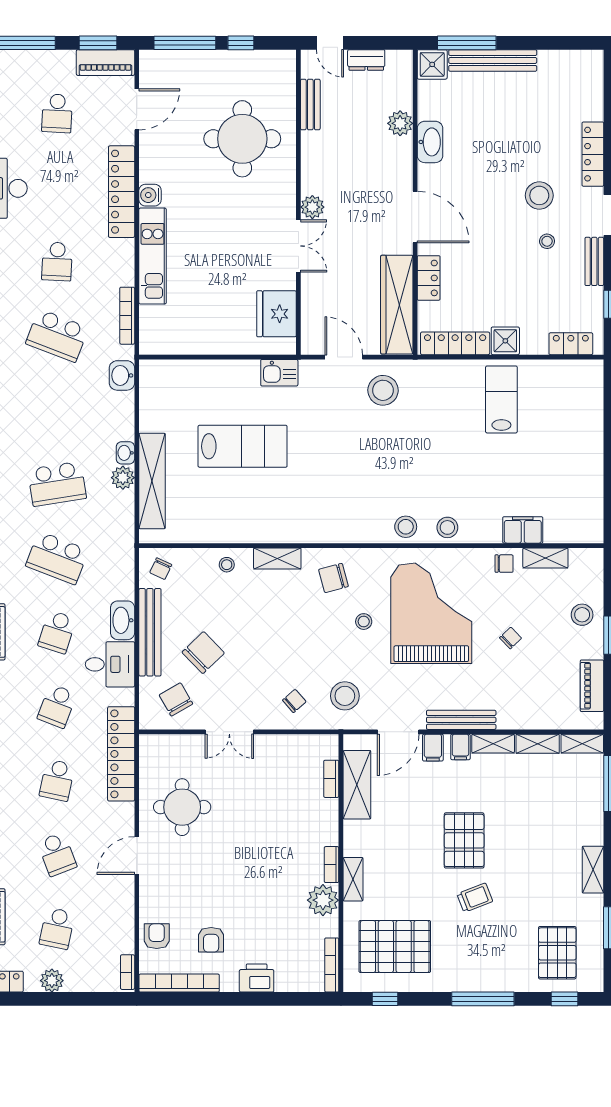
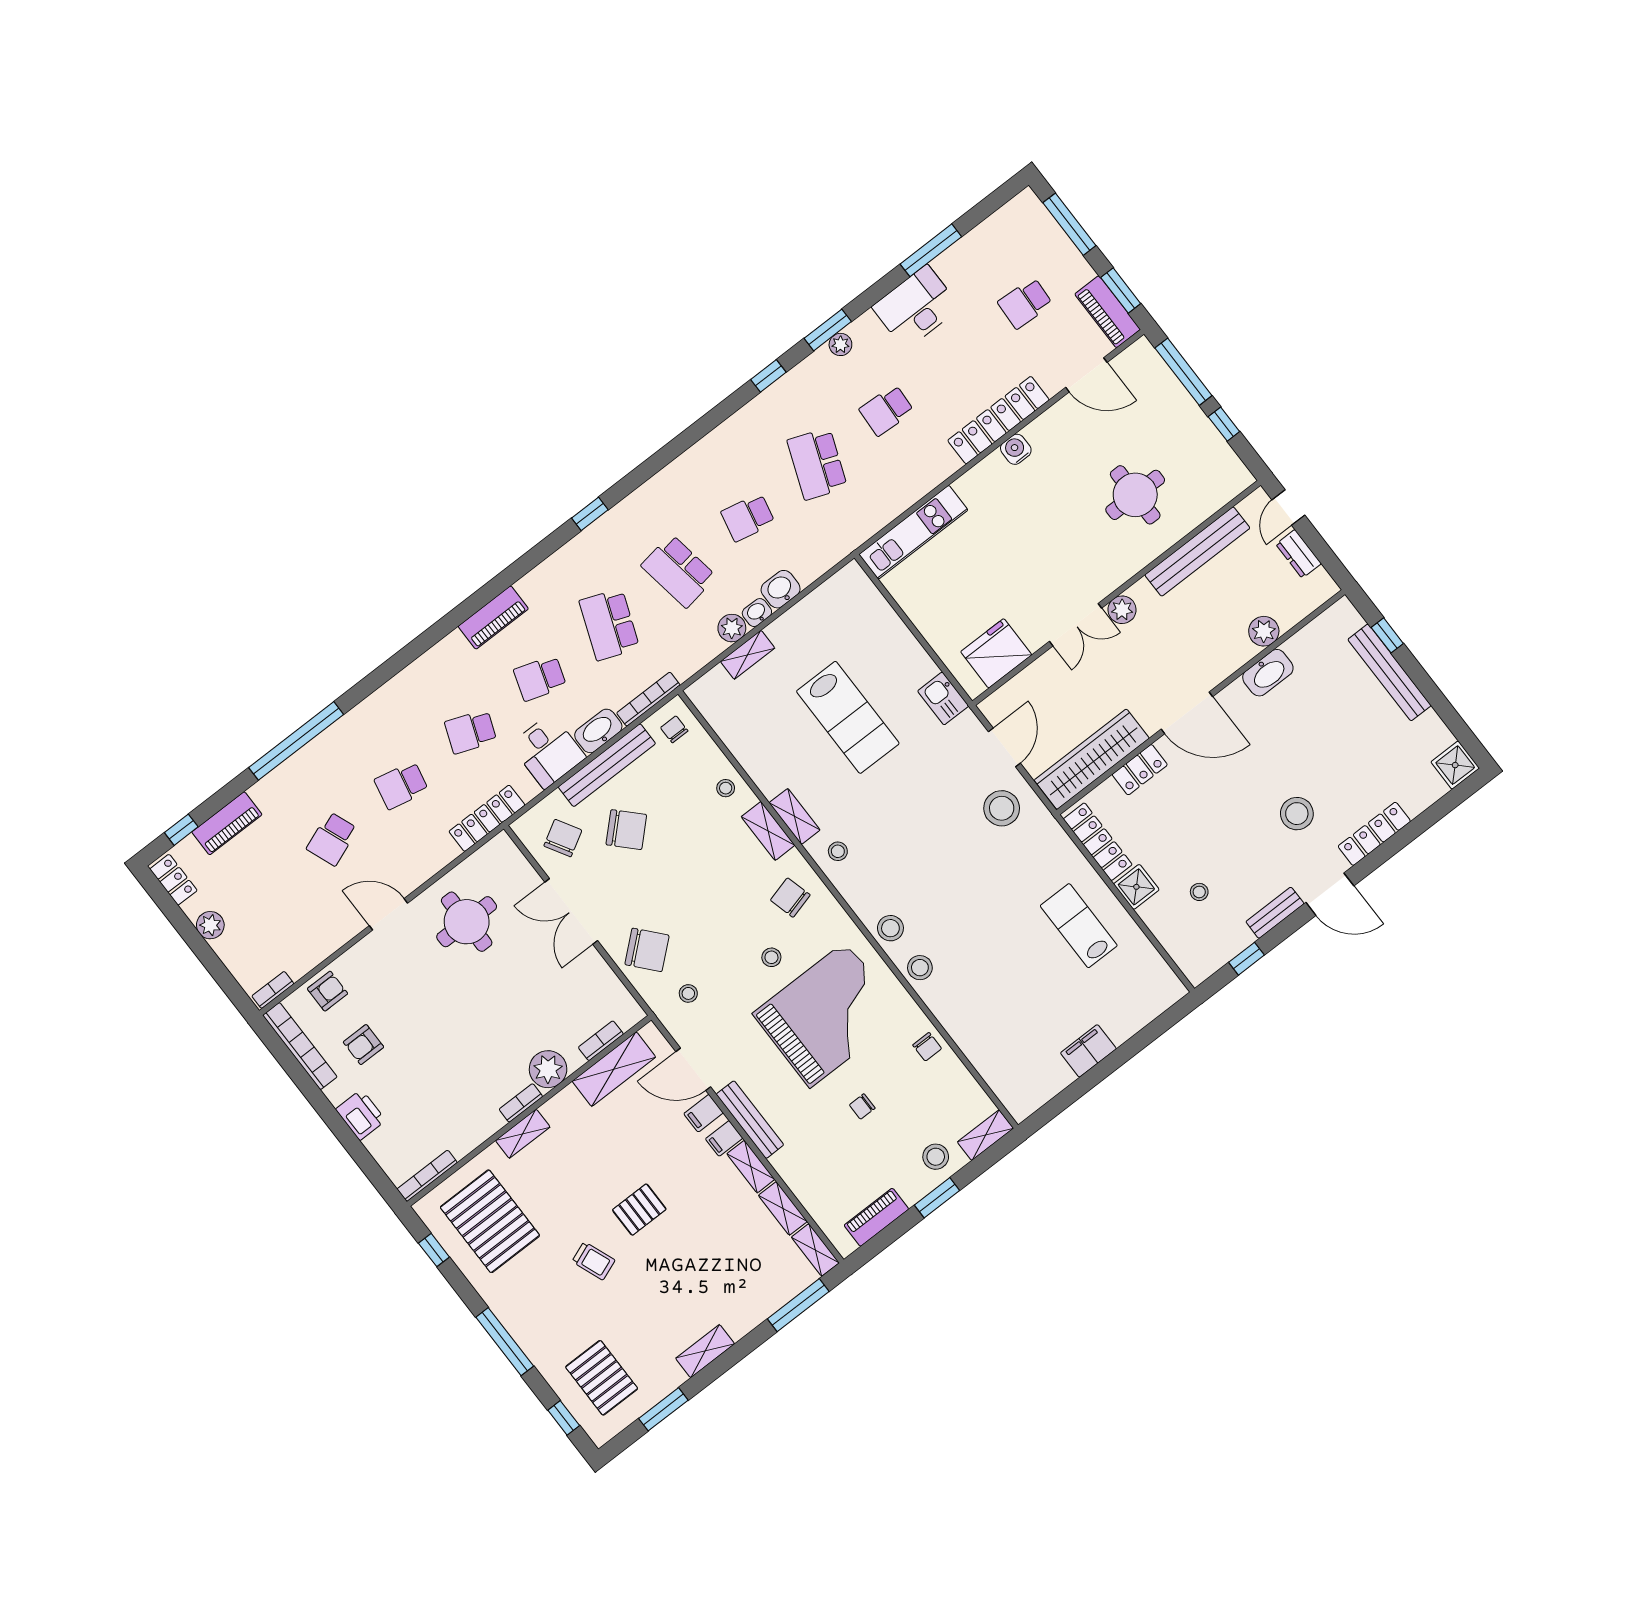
window: (467, 43) -> (1387, 635), width x0.46
shower: (432, 64) -> (1455, 765), moved
bench: (310, 105) -> (1197, 551), width x1.86, depth x1.21
round table: (242, 139) -> (1135, 495), width x0.73, depth x0.73
door: (415, 217) -> (1187, 713), hinge flipped
stool: (547, 241) -> (1199, 892), moved
kitchen unit: (153, 256) -> (913, 532), moved
bookcase: (127, 316) -> (648, 699), moved
locker: (571, 344) -> (1181, 950), removed
washbasin: (122, 375) -> (781, 589), moved
lab bench: (501, 399) -> (1079, 926), turned -90
shelving: (152, 481) -> (748, 655), width x0.45, depth x0.75
stool: (327, 522) -> (838, 851), added
filing cabinet: (523, 530) -> (1088, 1051), moved, turned -90
shelving: (281, 533) -> (795, 816), added
shelving: (545, 558) -> (985, 1135), moved, turned 90
chair: (161, 569) -> (674, 729), turned 65
chair: (511, 638) -> (862, 1107), turned 134
stool: (345, 696) -> (688, 993), width x0.53, depth x0.53
chair: (294, 701) -> (647, 950), width x1.87, depth x1.87
double door: (229, 732) -> (571, 911), width x1.37
locker: (121, 754) -> (487, 818), width x0.71, depth x0.83
pallet: (464, 840) -> (639, 1210), width x0.67, depth x0.71
plant: (323, 900) -> (548, 1069), moved
school desk: (57, 928) -> (748, 517), moved
pallet: (557, 953) -> (602, 1378), turned 90

